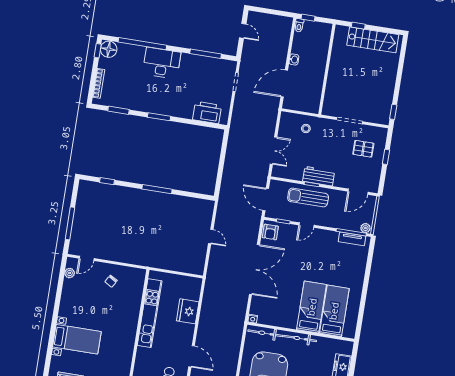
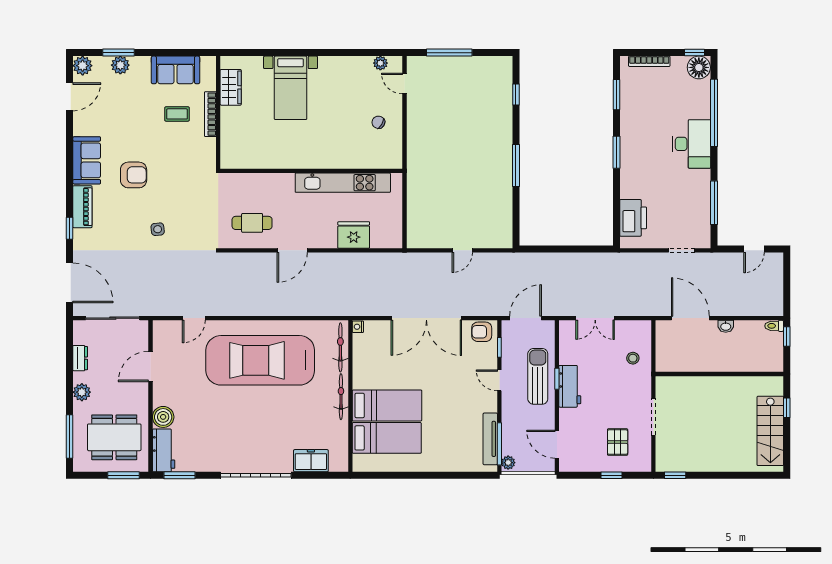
tv unit: (352, 239) -> (490, 439), width x1.41

